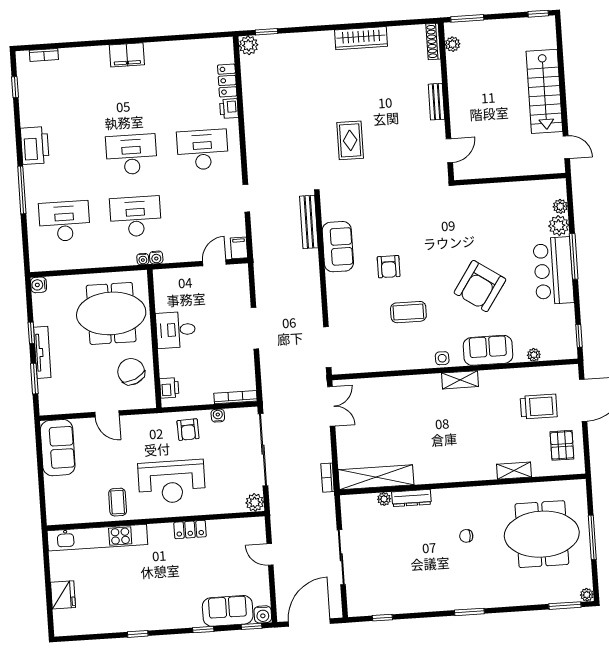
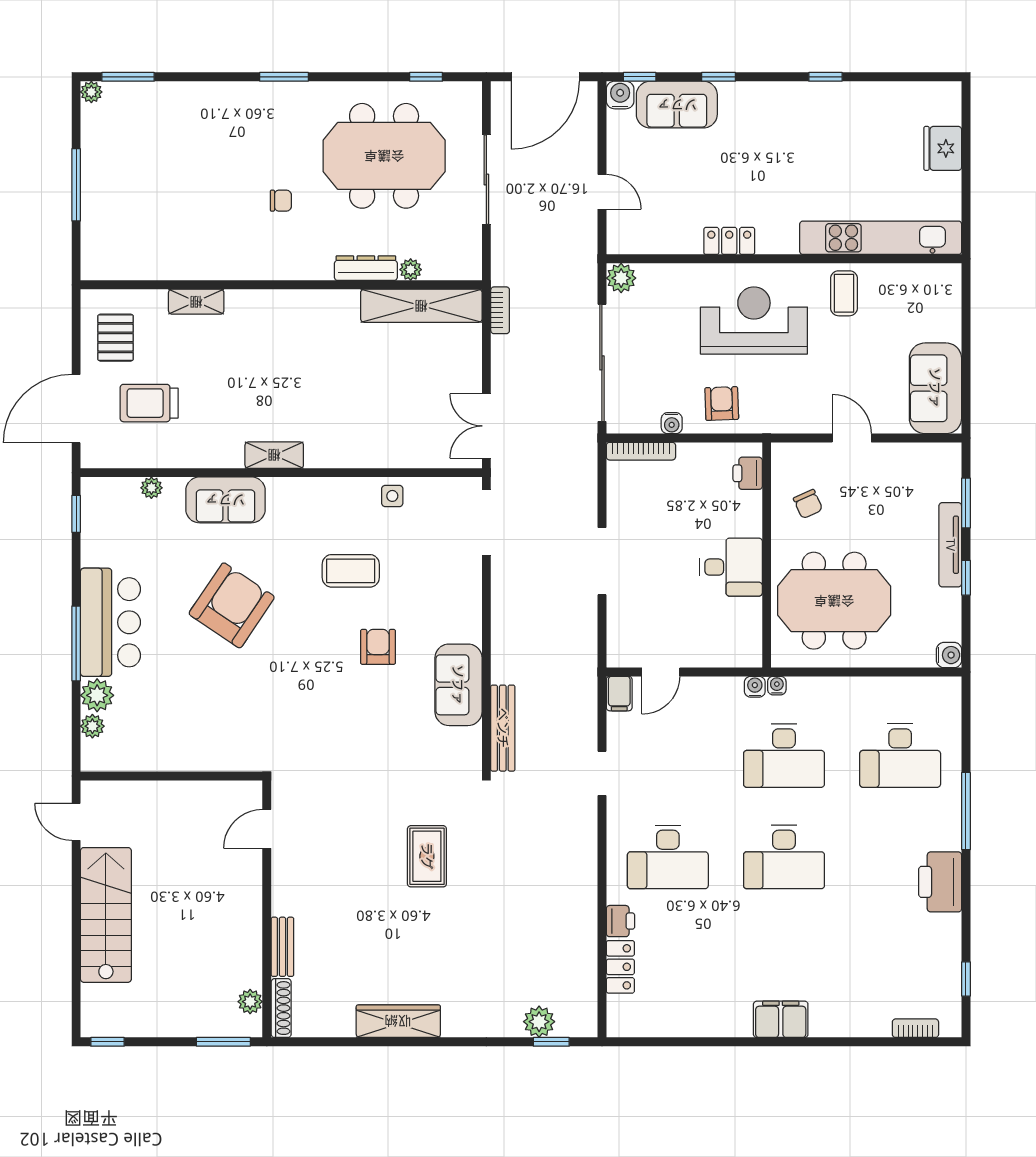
plant: (249, 45) -> (539, 1022), moved
bench: (436, 102) -> (282, 947), moved
side table: (442, 358) -> (392, 496), moved
chair: (131, 372) -> (808, 504), width x0.54, depth x0.54
meeting table: (542, 534) -> (384, 156), moved

